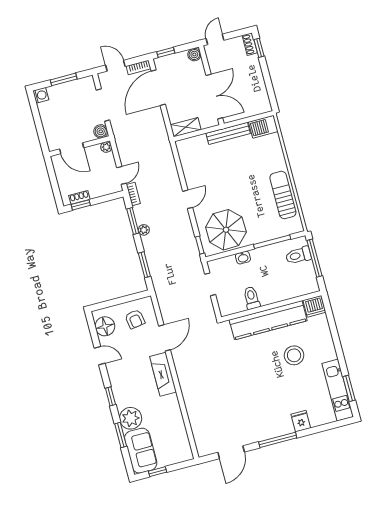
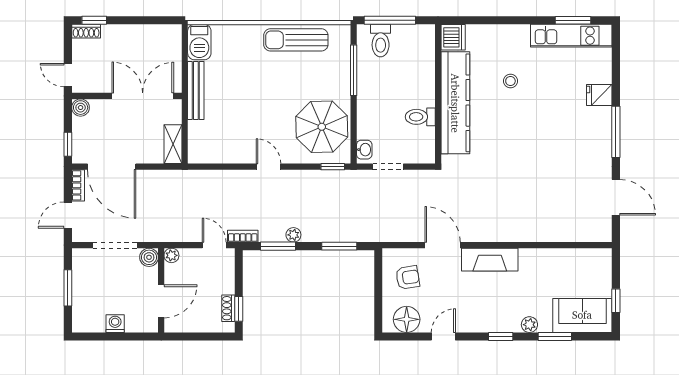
washing machine: (41, 95) -> (115, 324), moved
washbasin: (243, 258) -> (364, 150), moved
stool: (294, 355) -> (510, 81), width x0.53, depth x0.53
plant: (131, 418) -> (529, 325), width x0.53, depth x0.53

